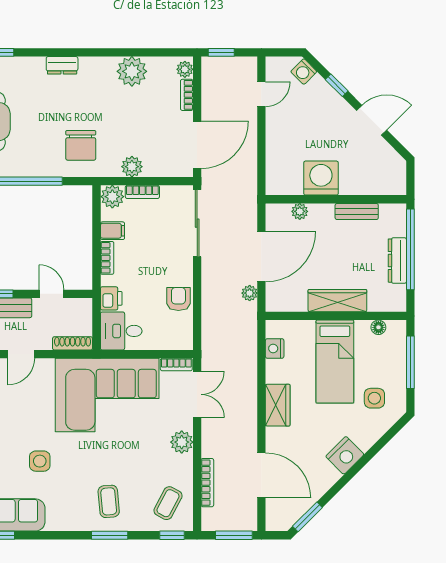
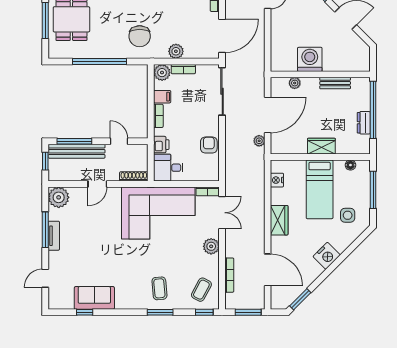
dresser: (397, 261) -> (364, 123), width x0.70
wardrobe: (337, 301) -> (321, 146), width x0.67
side table: (40, 461) -> (111, 260), removed

